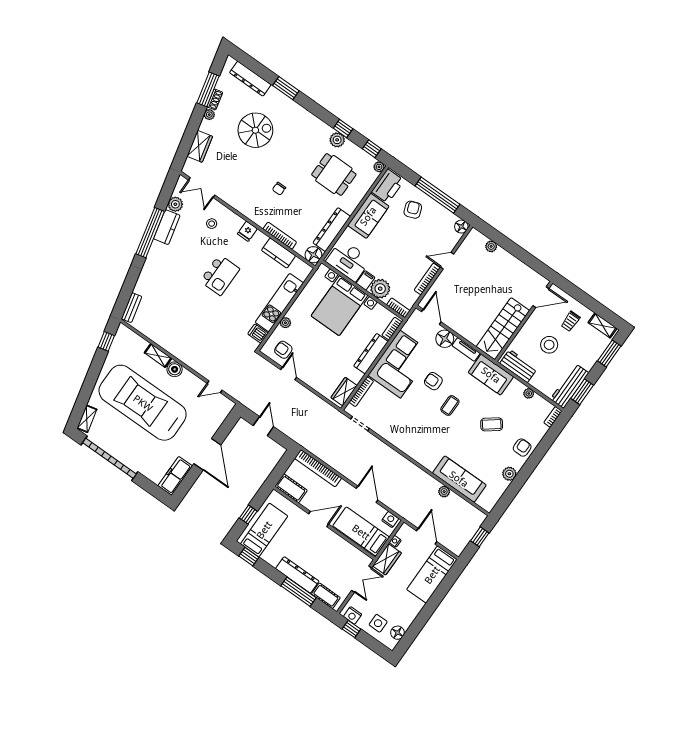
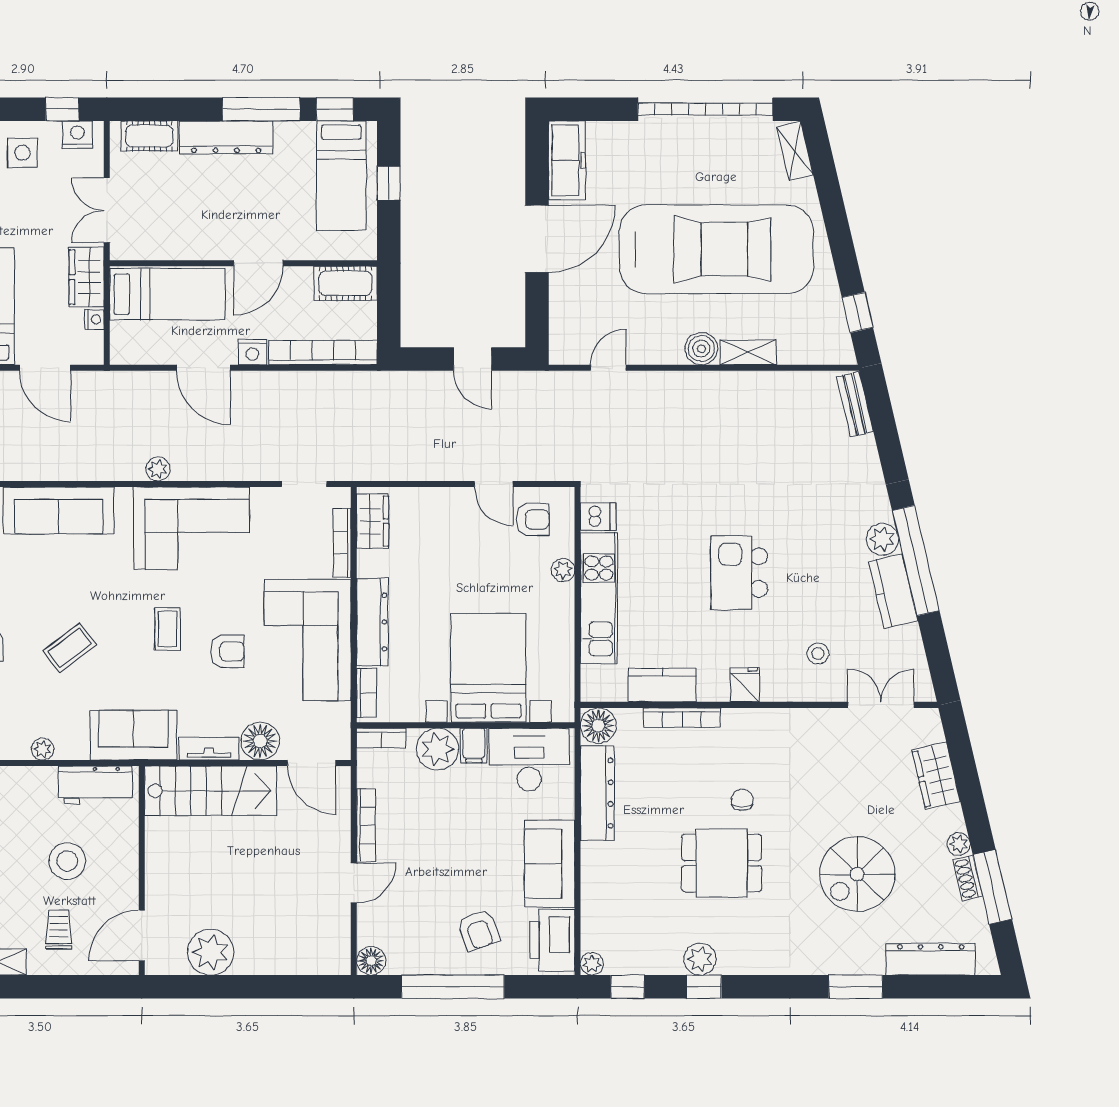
dining table: (334, 174) -> (722, 863), moved
plant: (175, 204) -> (882, 539), moved
plant: (491, 246) -> (211, 952), moved, width x1.88, depth x1.88
stairs: (503, 329) -> (210, 791), moved, turned 90
corner sofa: (414, 437) -> (191, 528), added
door: (207, 454) -> (537, 239), swing flipped
plant: (444, 492) -> (158, 469), moved
nightstand: (390, 520) -> (252, 352), moved
window: (299, 592) -> (261, 109), moved

